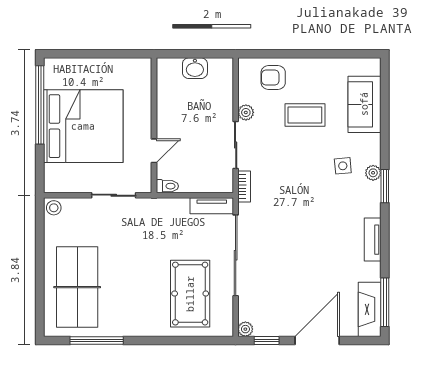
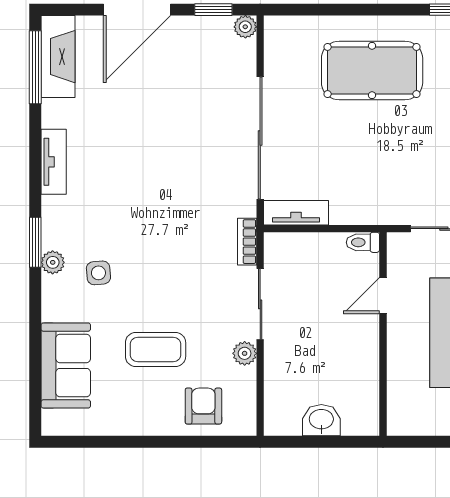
armchair: (273, 78) -> (203, 406), turned -90
pool table: (190, 294) -> (372, 71), moved, turned 90

